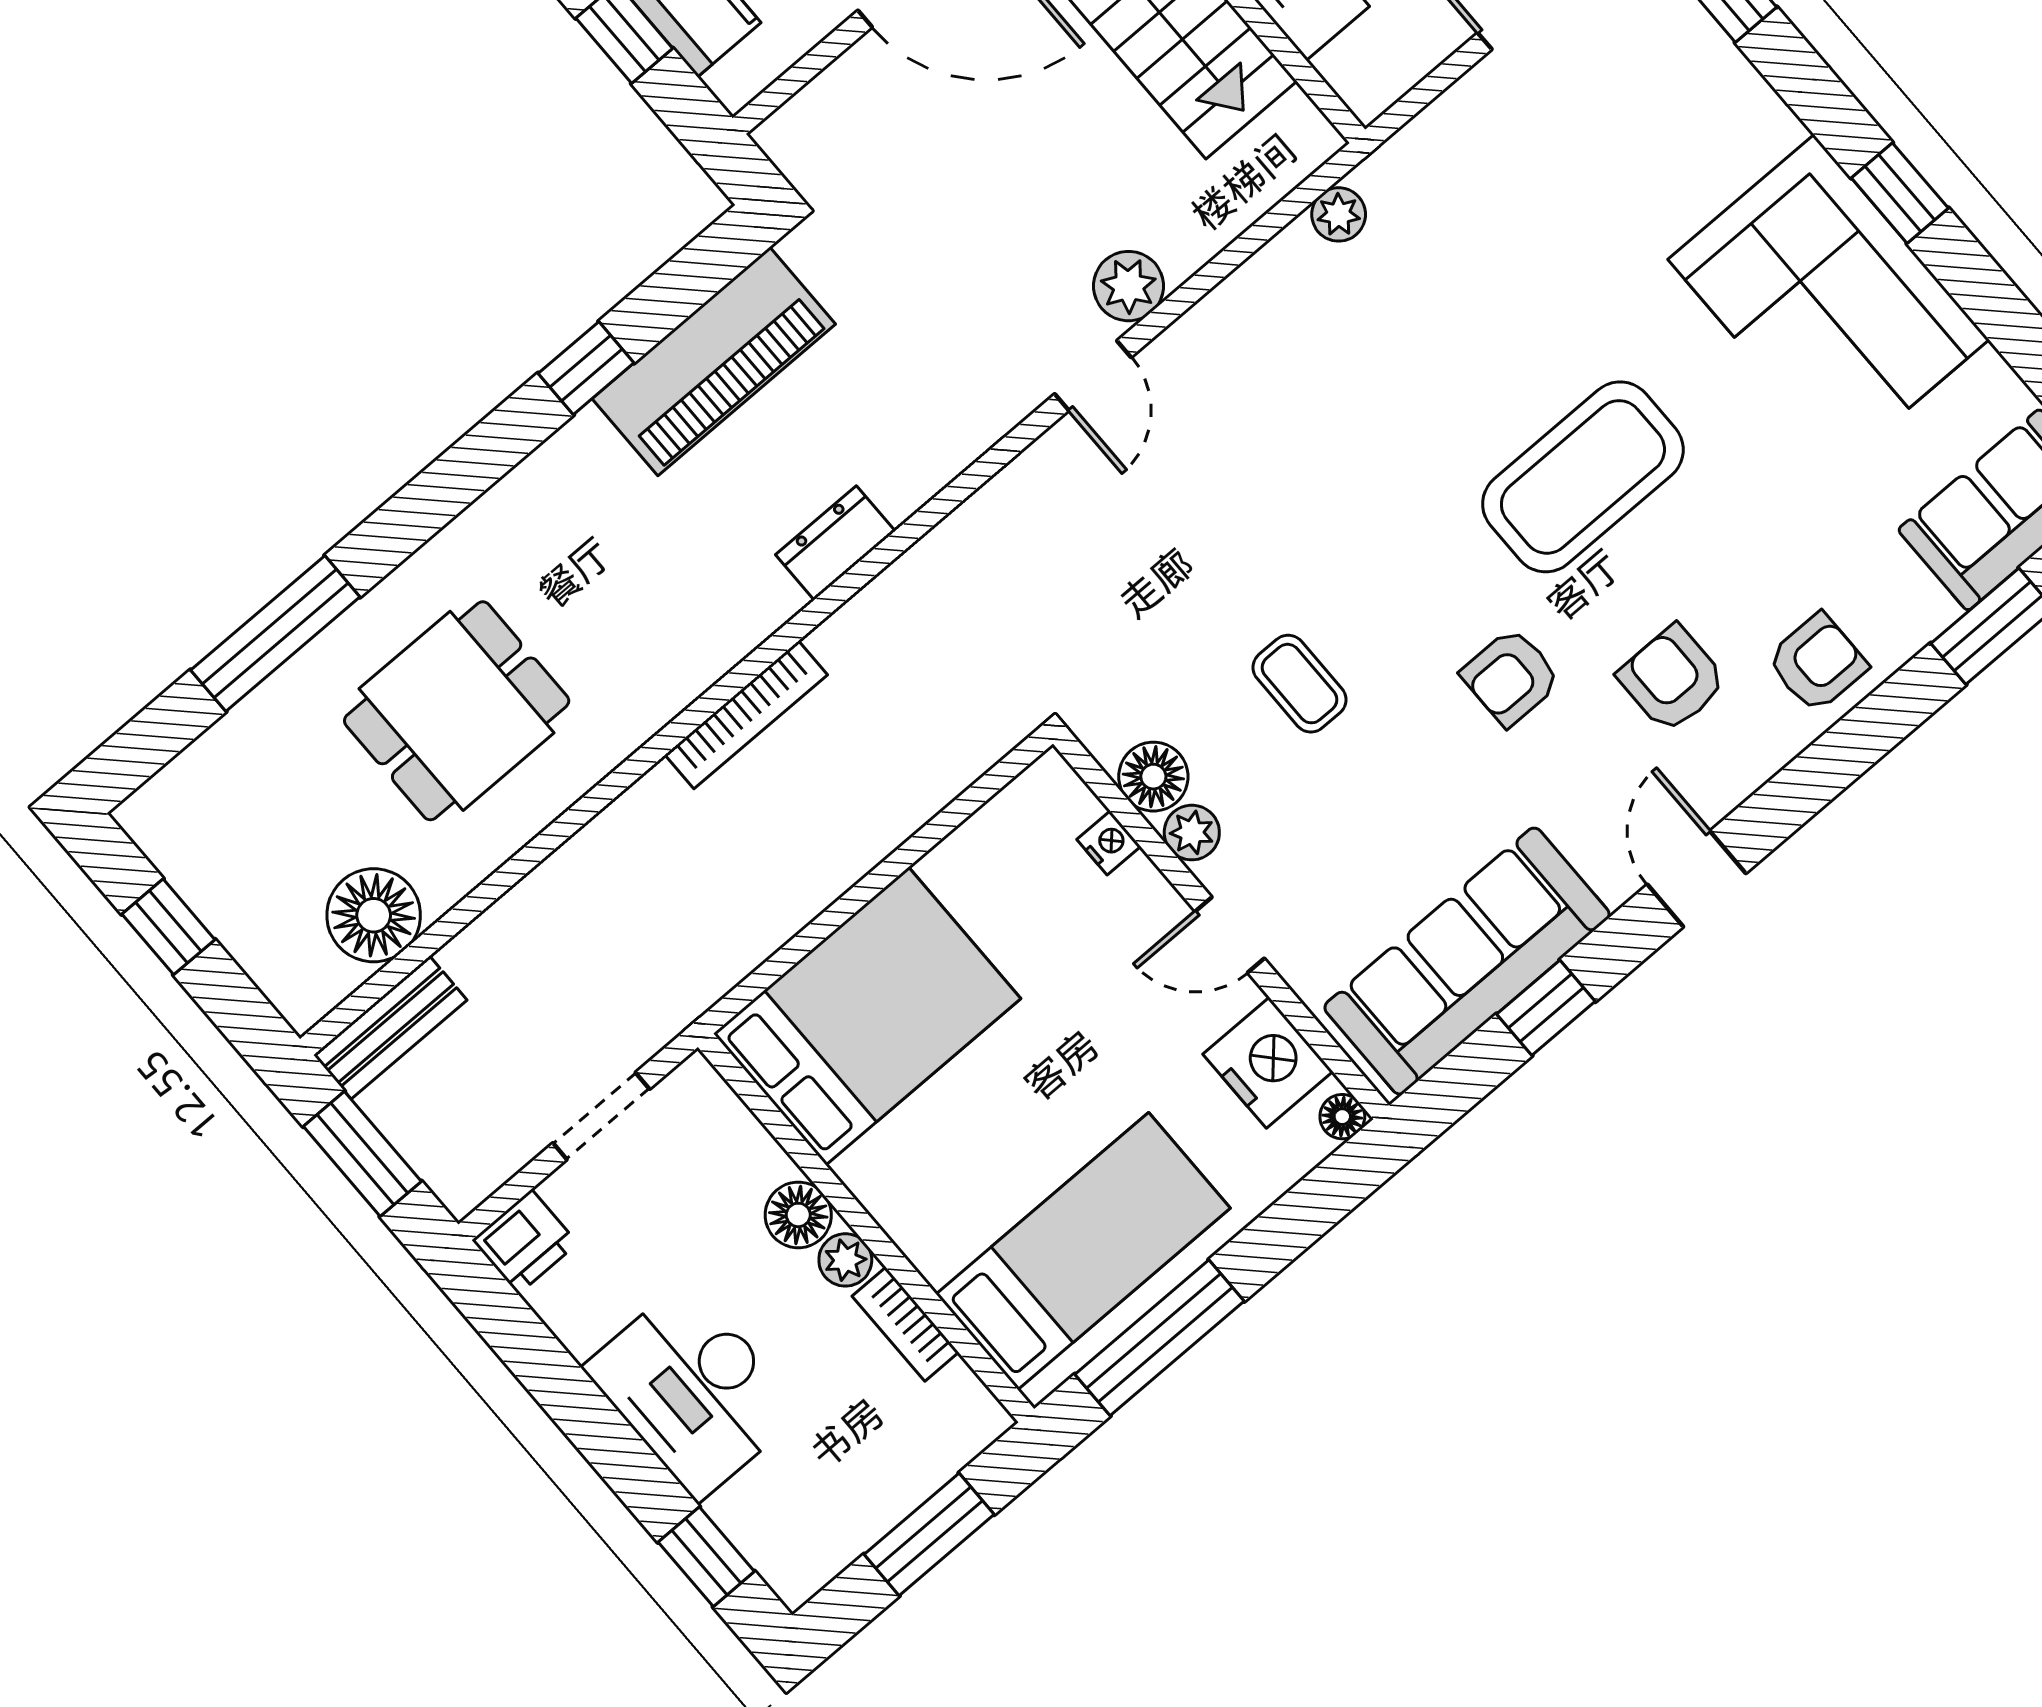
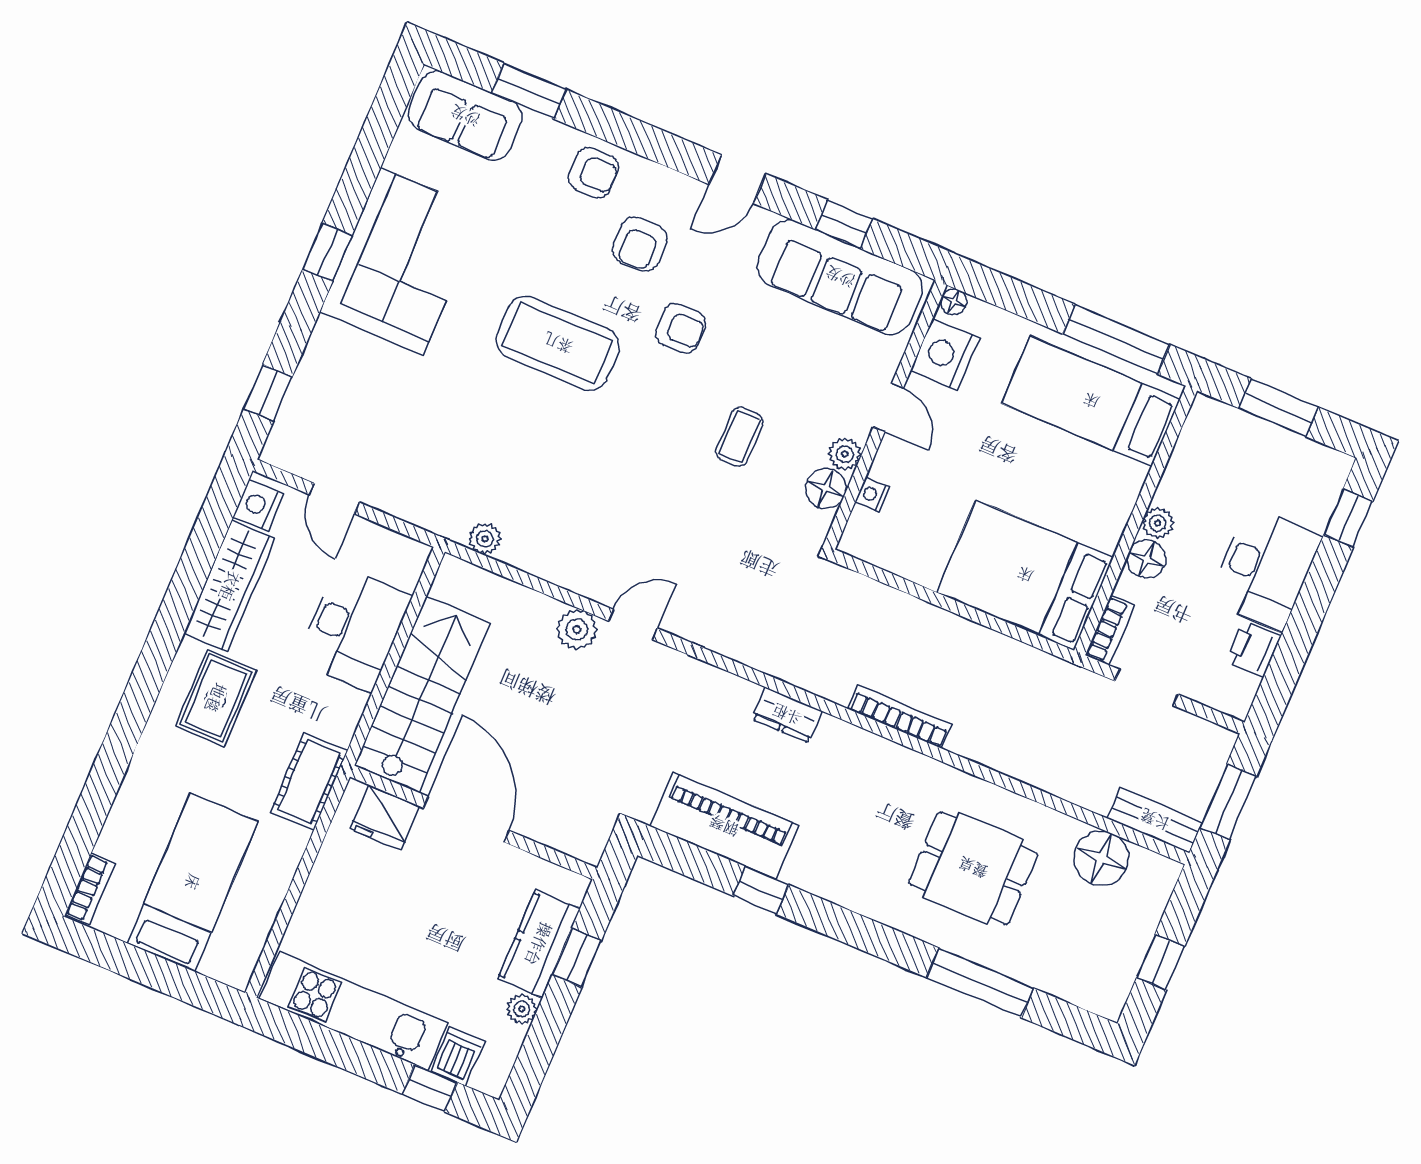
armchair: (1817, 663) -> (594, 173), turned 180
printer: (525, 1242) -> (1253, 649), moved, turned -90
bookcase: (905, 1324) -> (1110, 630), moved

